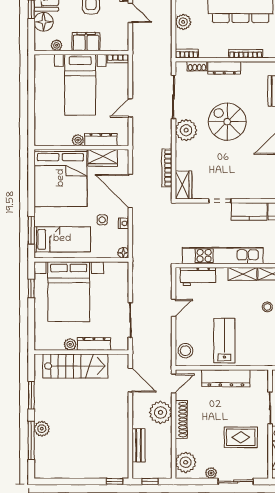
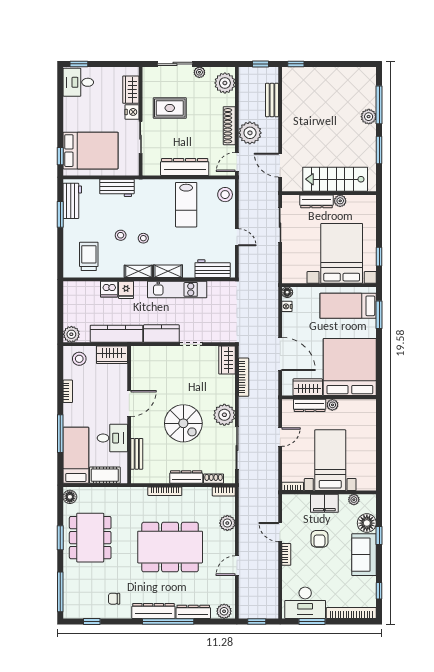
side table: (102, 220) -> (308, 325), removed
nightstand: (124, 223) -> (287, 306), moved
kitchen unit: (223, 256) -> (177, 289), width x0.73
door: (174, 308) -> (237, 237), swing flipped

